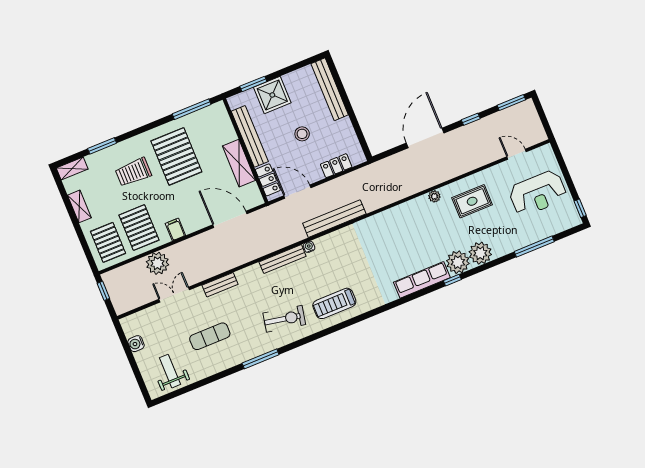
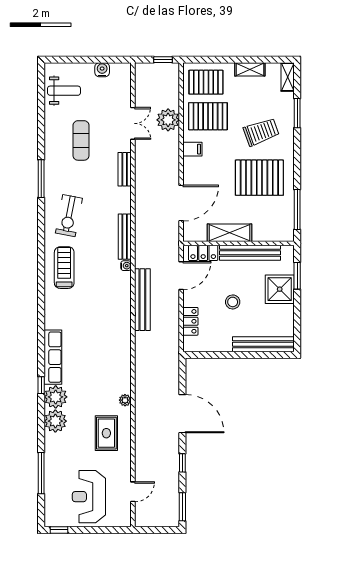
trolley: (133, 172) -> (261, 132), turned 70

